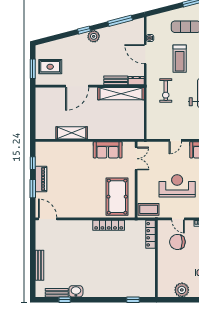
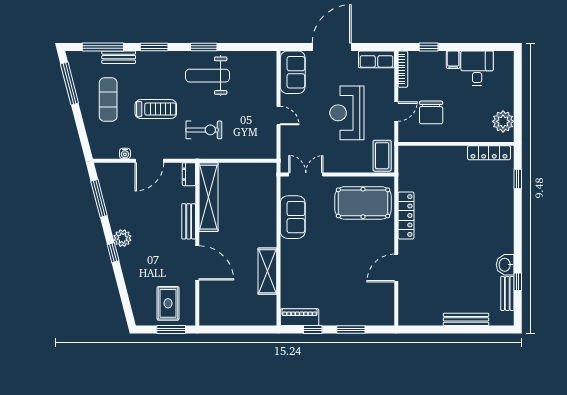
bench: (116, 80) -> (189, 221), moved
piano: (41, 179) -> (299, 317), moved
door: (48, 219) -> (396, 268), moved
locker: (151, 234) -> (489, 153), moved
plant: (182, 290) -> (503, 121), moved

